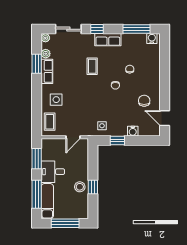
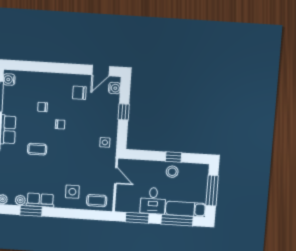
water cooler: (133, 131) -> (114, 88), moved
window: (117, 141) -> (124, 112), moved

